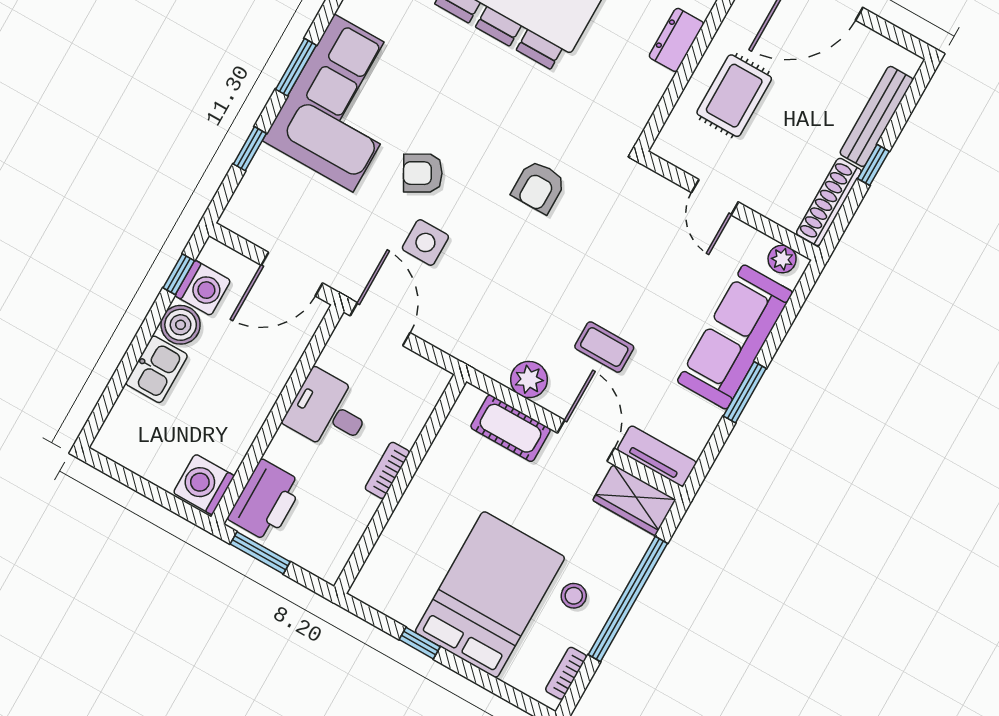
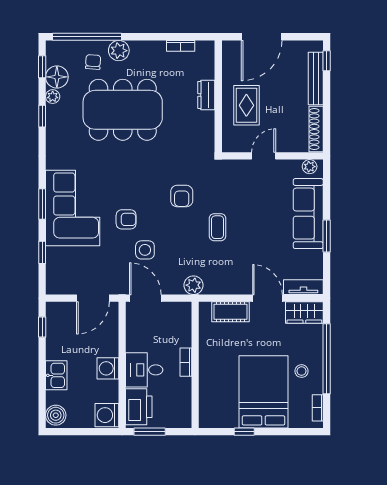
window: (873, 165) -> (327, 61), moved
armchair: (423, 173) -> (126, 219), turned -151
door: (715, 197) -> (264, 156), swing flipped
washing machine: (203, 288) -> (108, 368), moved, turned 180
boiler: (181, 325) -> (56, 415), moved
coffee table: (604, 347) -> (217, 227), moved, turned 90
plant: (529, 380) -> (193, 285), moved
desk: (328, 412) -> (144, 370), moved

